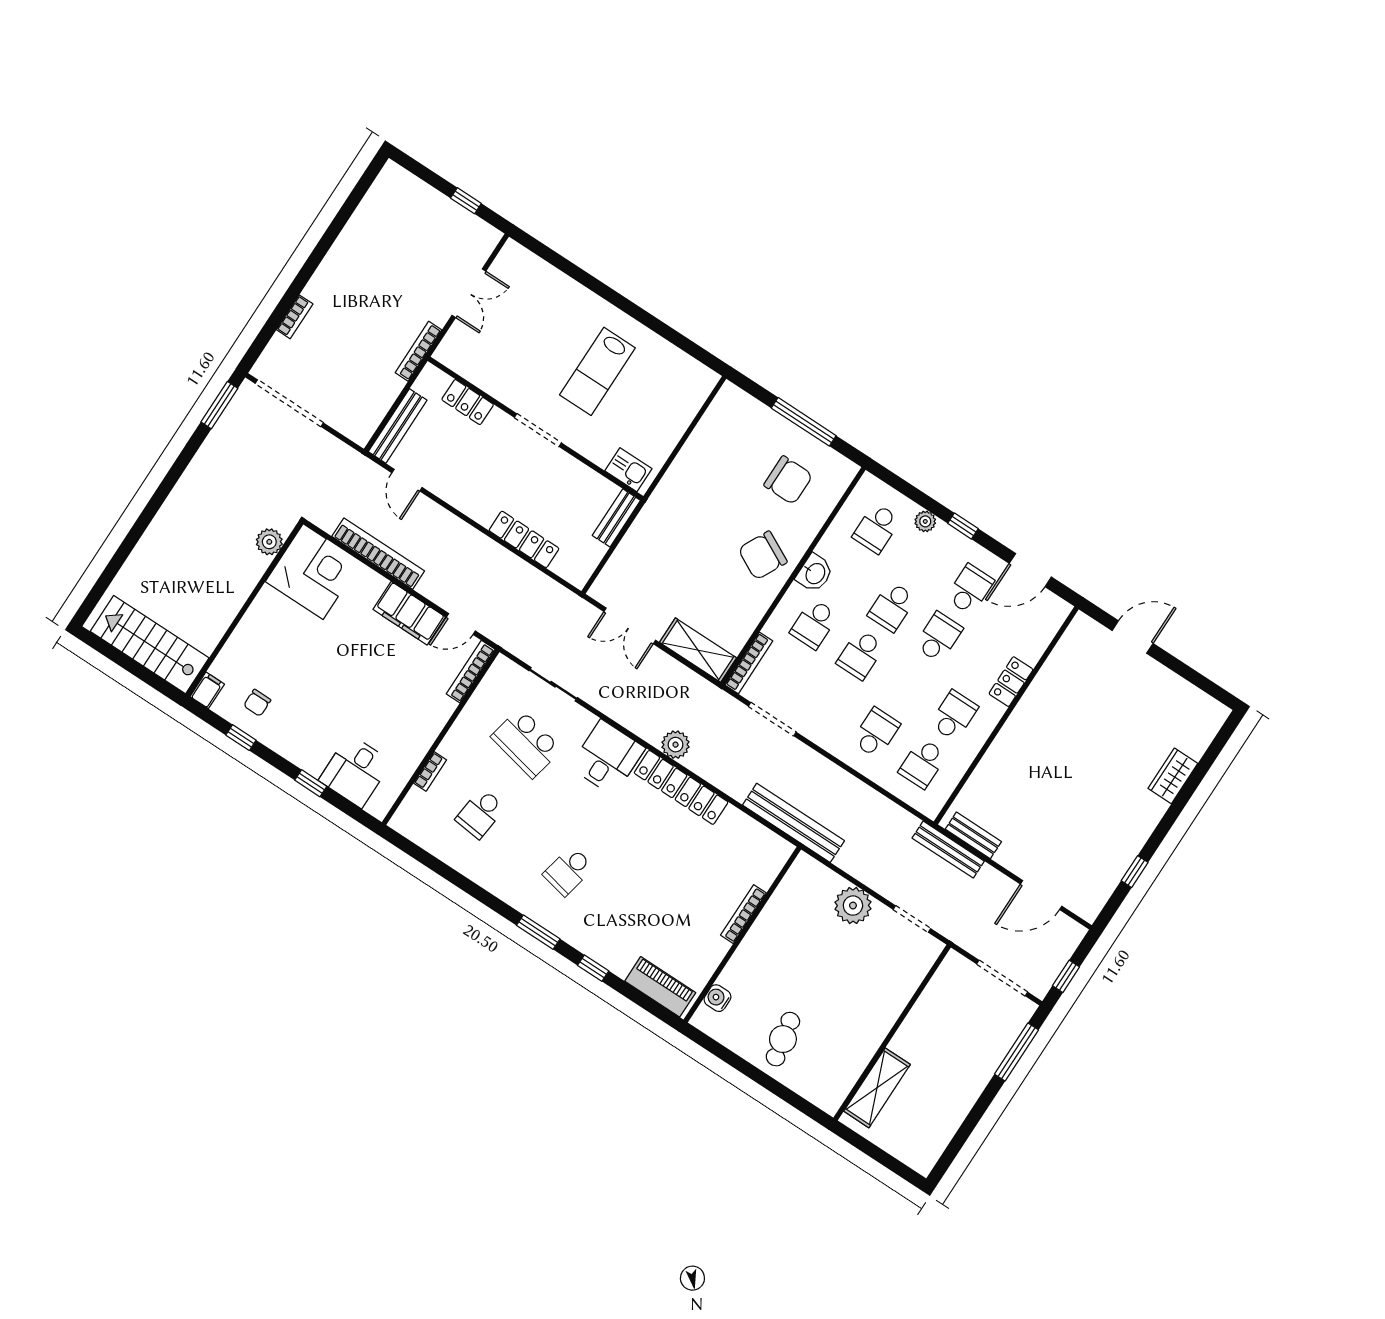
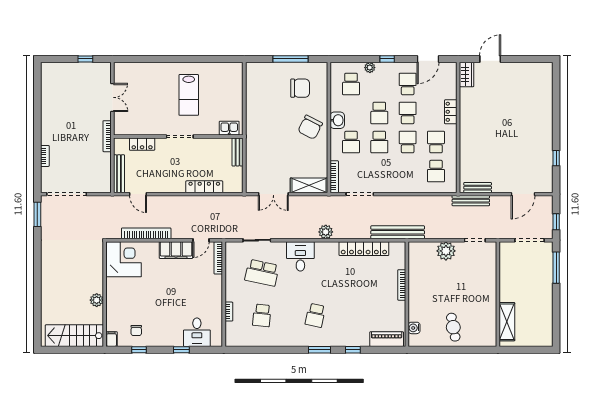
plant: (269, 542) -> (97, 300), moved
school desk: (876, 733) -> (408, 142), moved
wardrobe: (1173, 776) -> (467, 74), moved, turned 180
locker: (681, 787) -> (364, 249), moved

